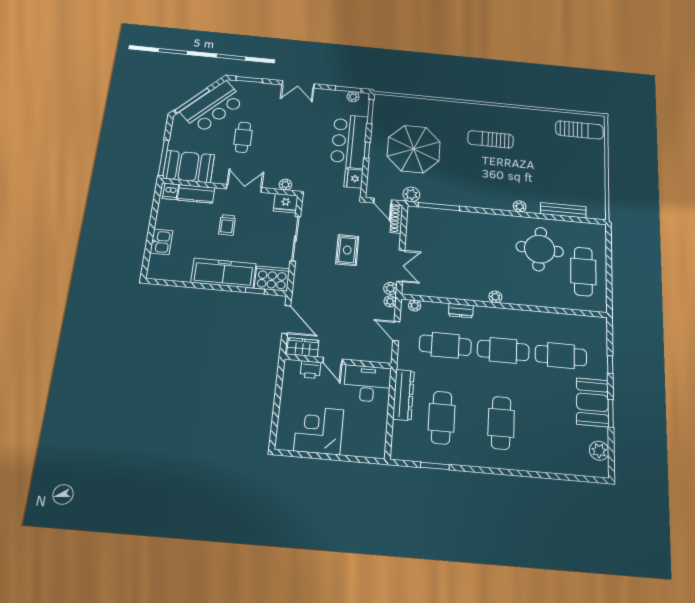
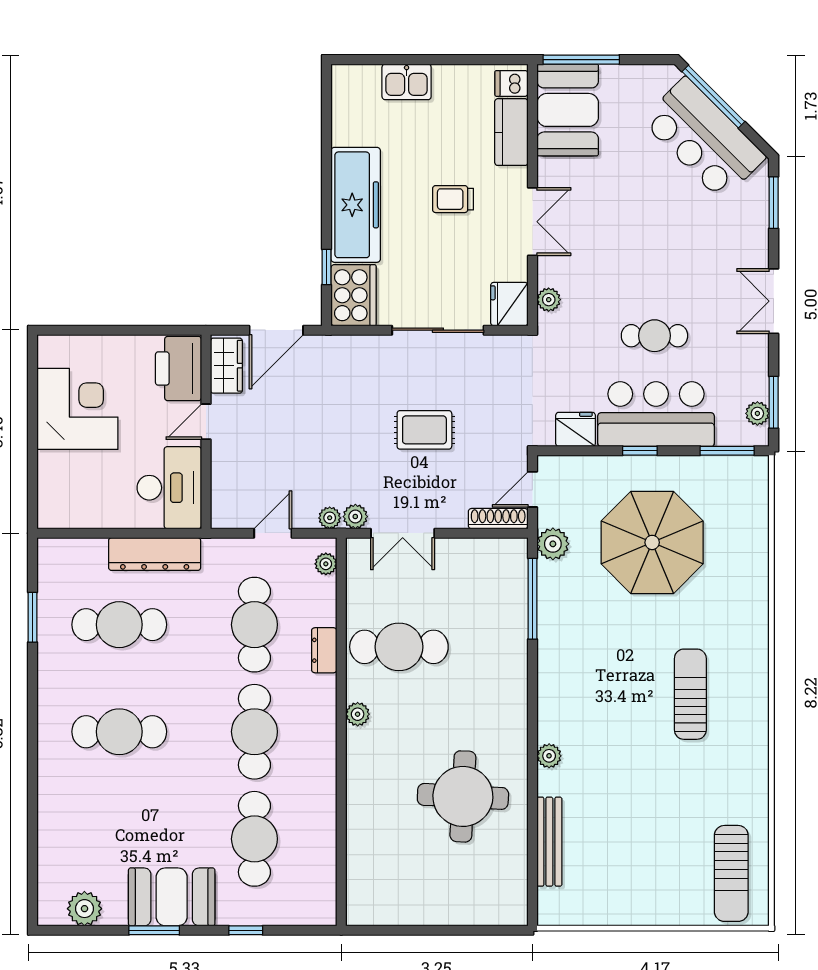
cafe table: (243, 137) -> (654, 336), moved
cafe table: (583, 272) -> (399, 647), moved
printer: (310, 370) -> (178, 369), width x1.87, depth x1.48

